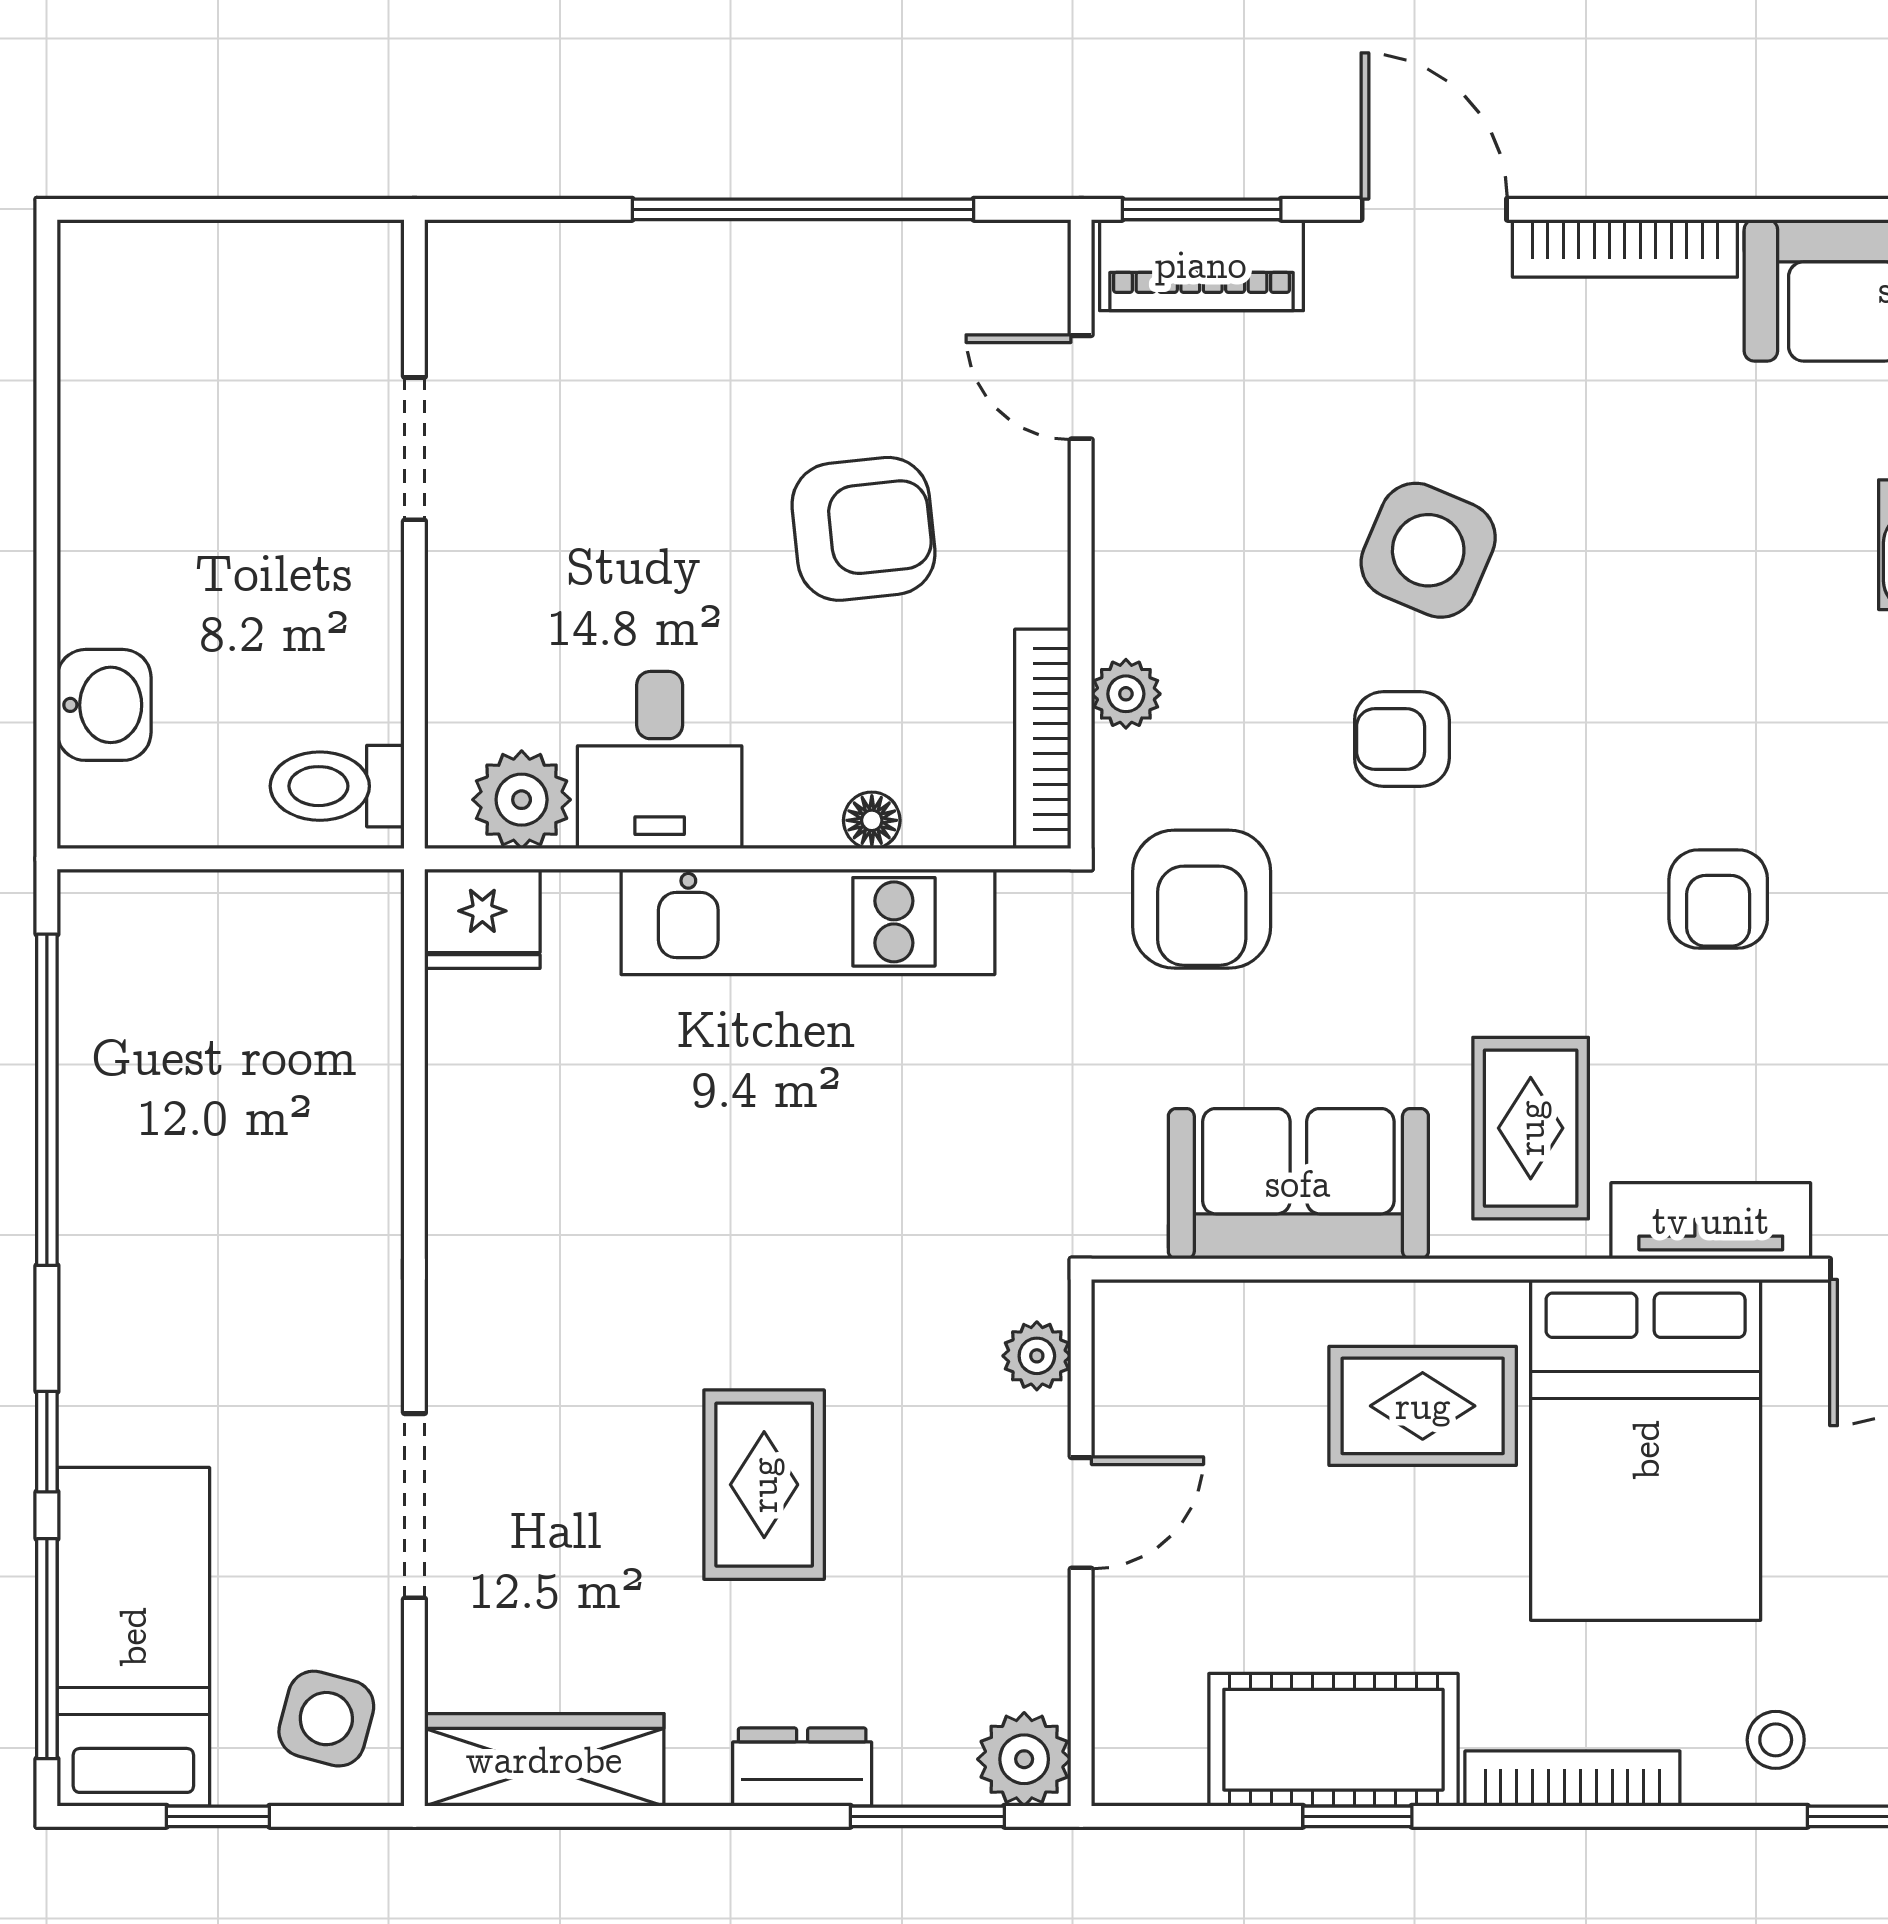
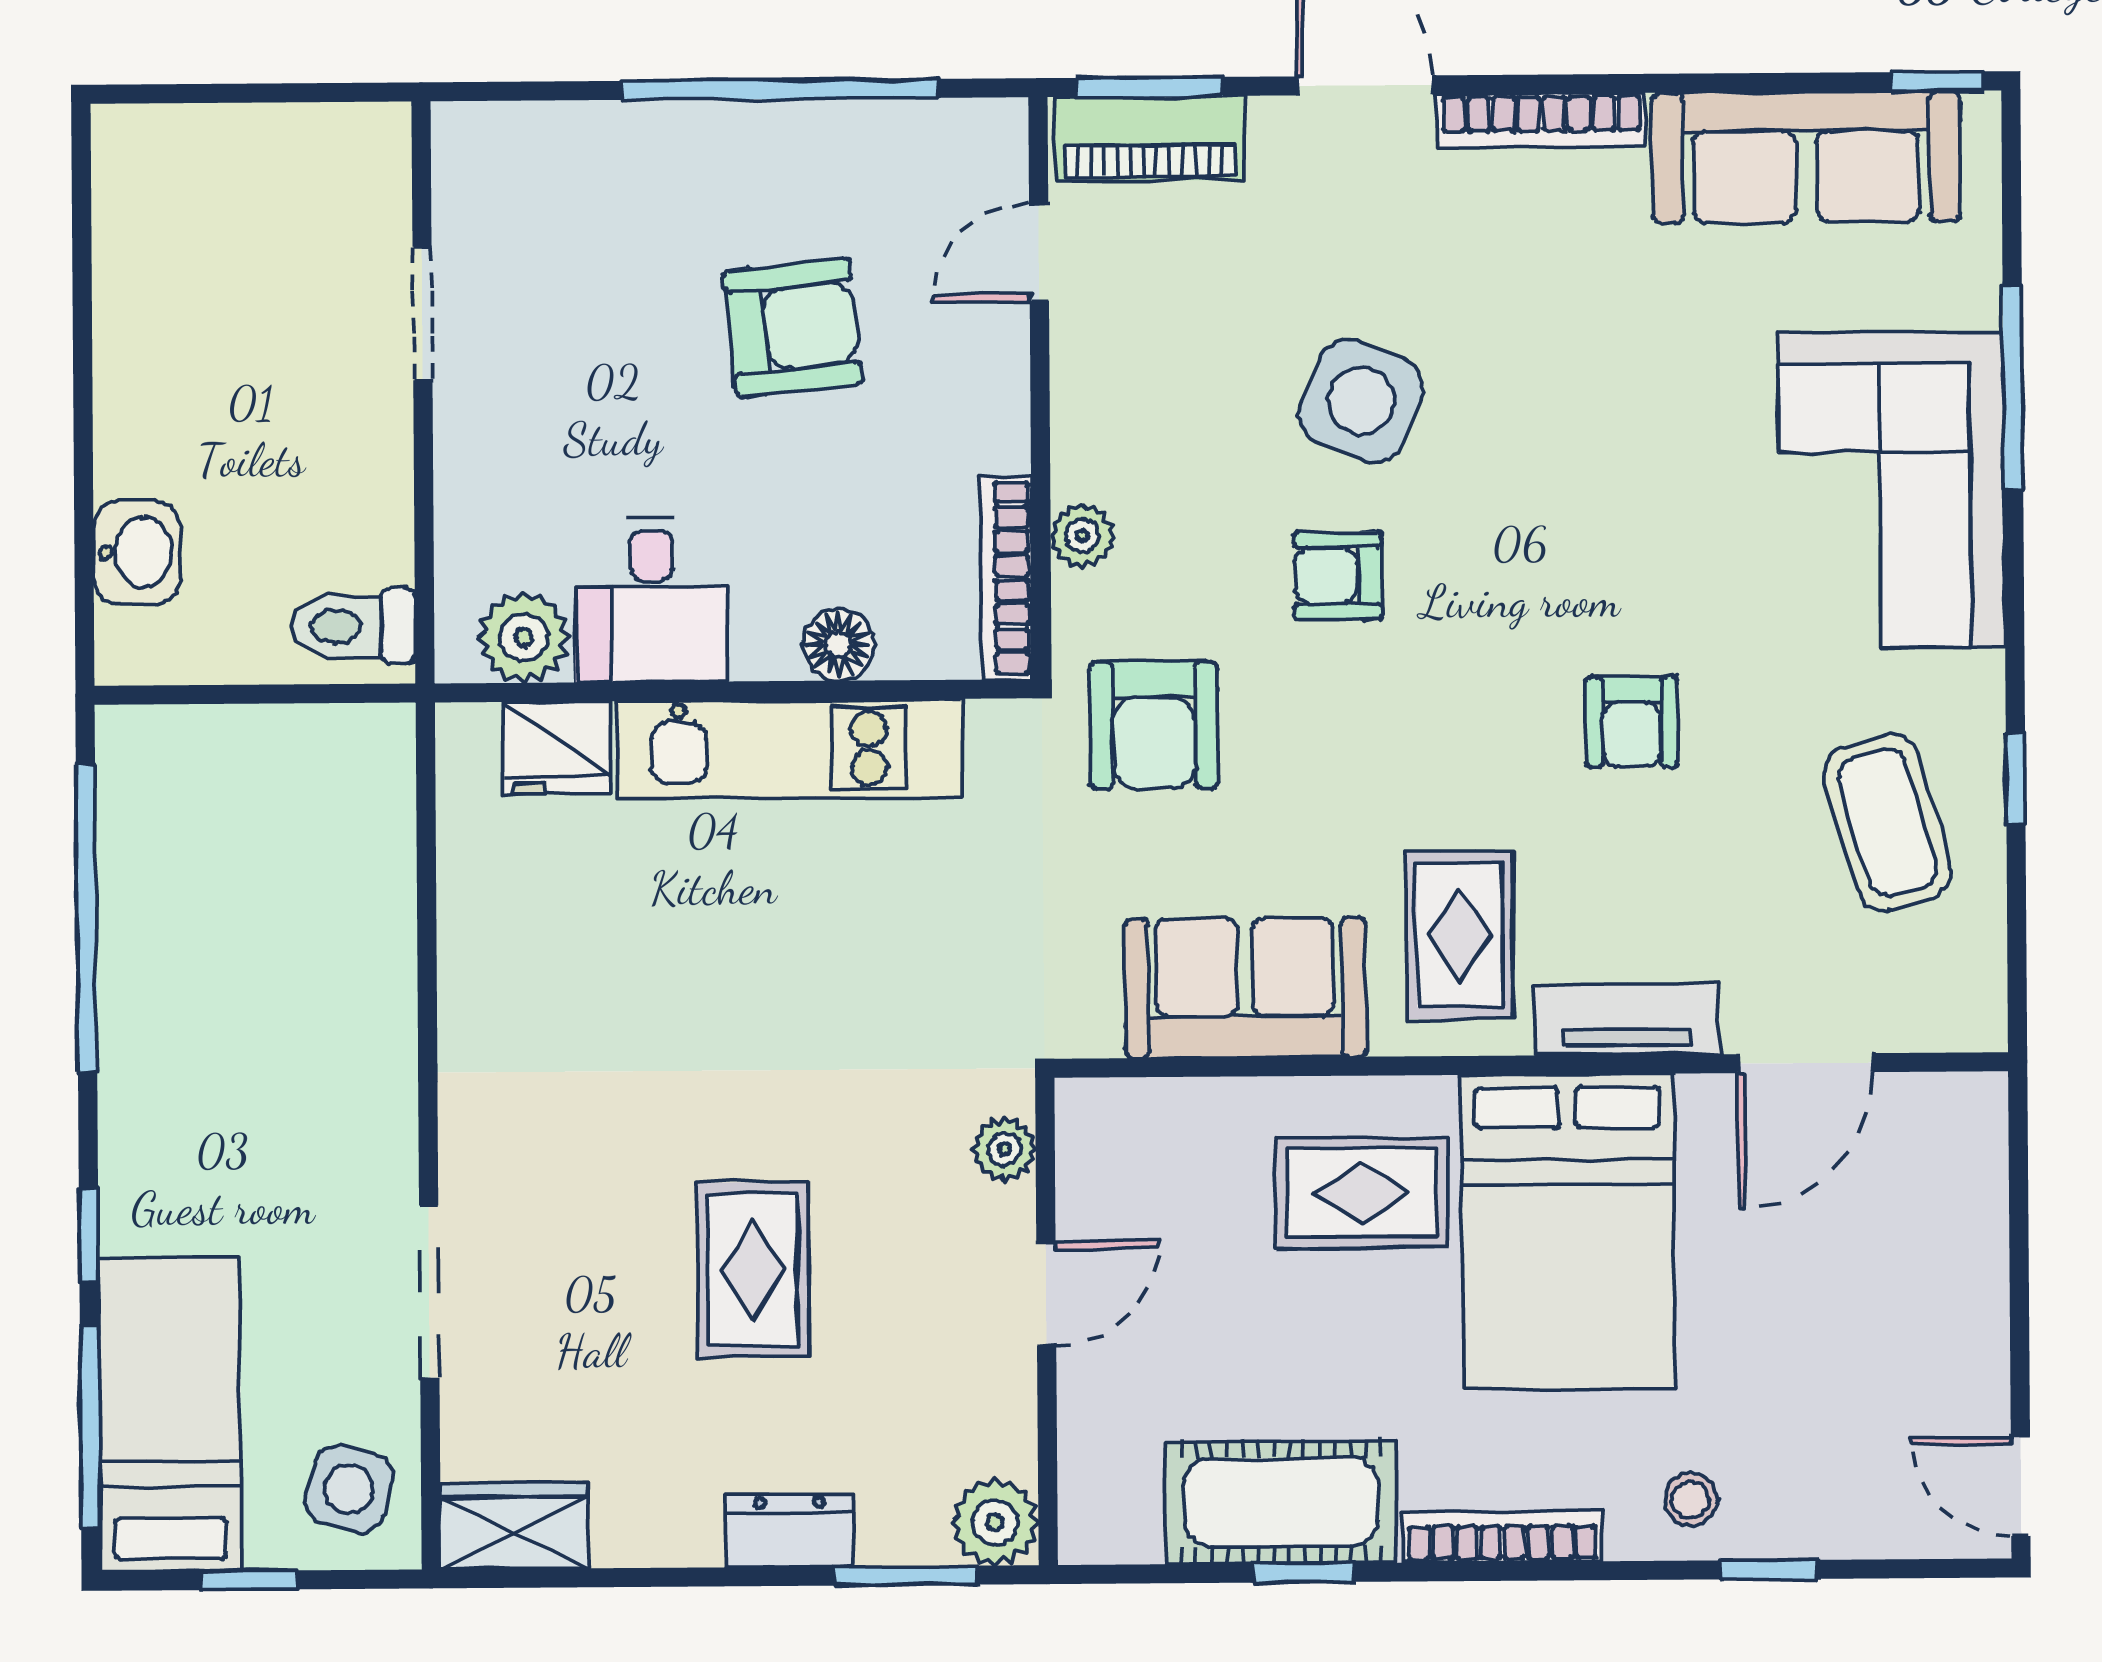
door: (1081, 387) -> (1039, 252), hinge flipped
armchair: (863, 529) -> (793, 328), moved
floor lamp: (872, 820) -> (838, 645), width x1.37, depth x1.37
fridge: (482, 919) -> (557, 748), moved
wardrobe: (544, 1760) -> (514, 1526), width x0.67

